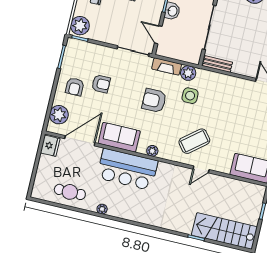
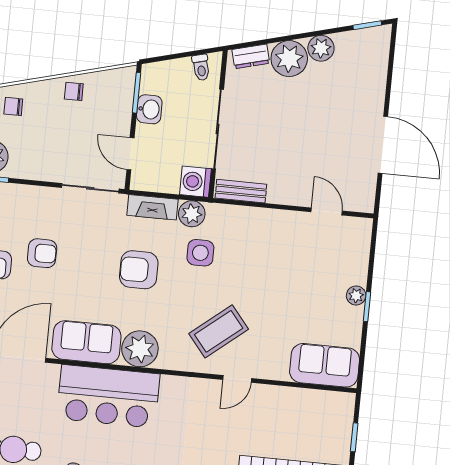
washing machine: (193, 55) -> (195, 182), added
plant: (152, 151) -> (140, 349), width x1.87, depth x1.87

